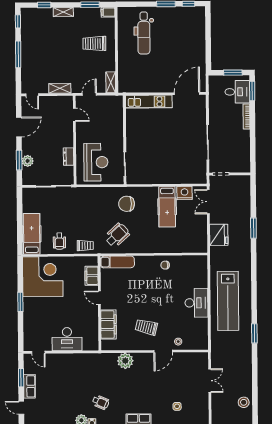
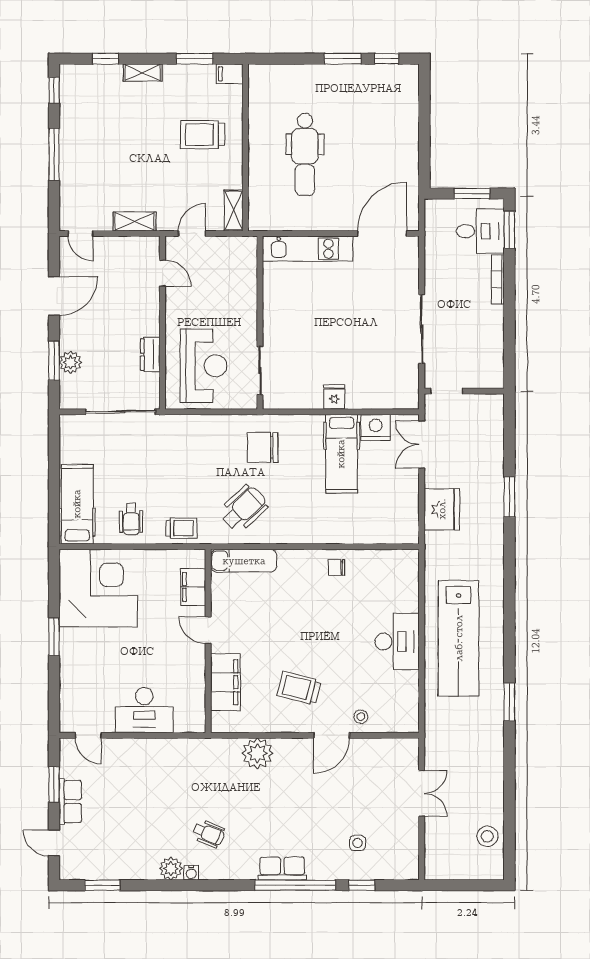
dental chair: (144, 33) -> (305, 154), moved
fridge: (163, 178) -> (334, 397), added

